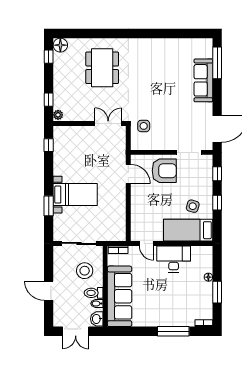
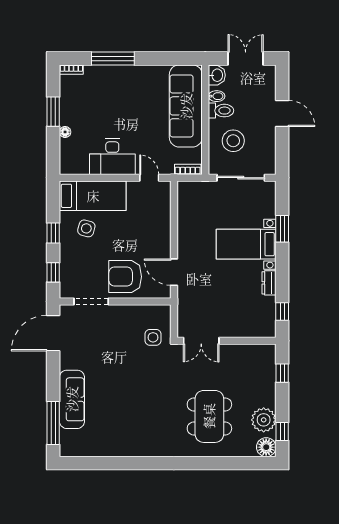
plant: (58, 115) -> (264, 420), moved, width x1.87, depth x1.87
dresser: (58, 166) -> (269, 283), added

